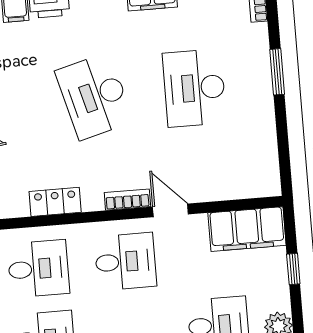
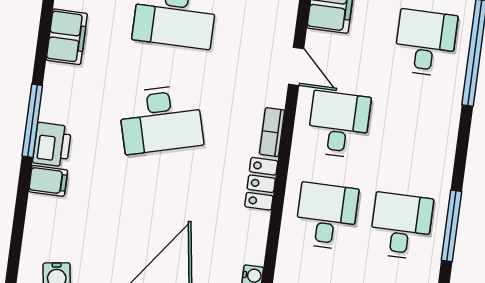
bookcase: (127, 200) -> (272, 132), moved
door: (170, 210) -> (296, 66), swing flipped

